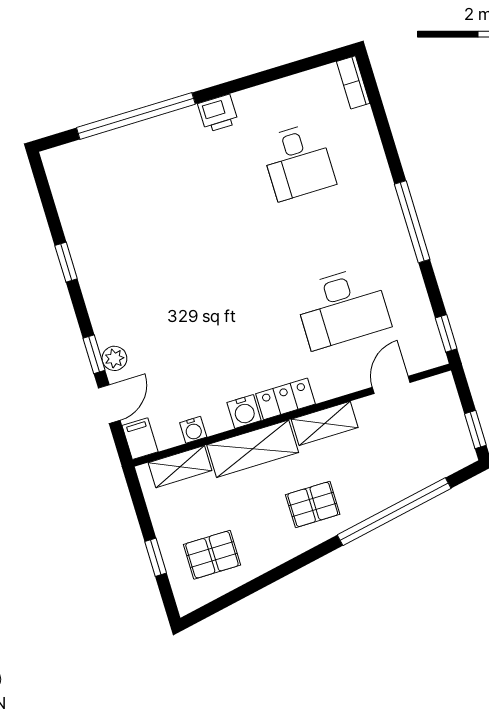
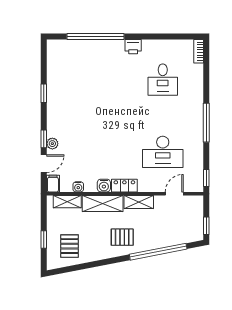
pallet: (212, 555) -> (70, 246), turned 90

